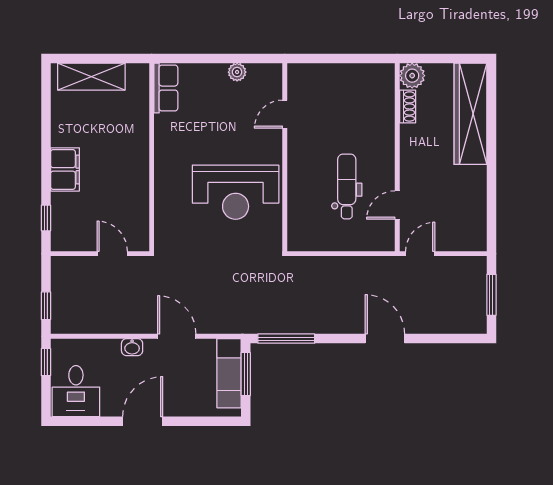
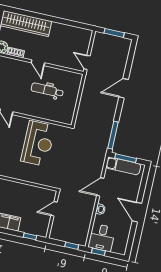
door: (397, 205) -> (38, 63), moved
desk: (76, 391) -> (102, 237), moved, turned 90

